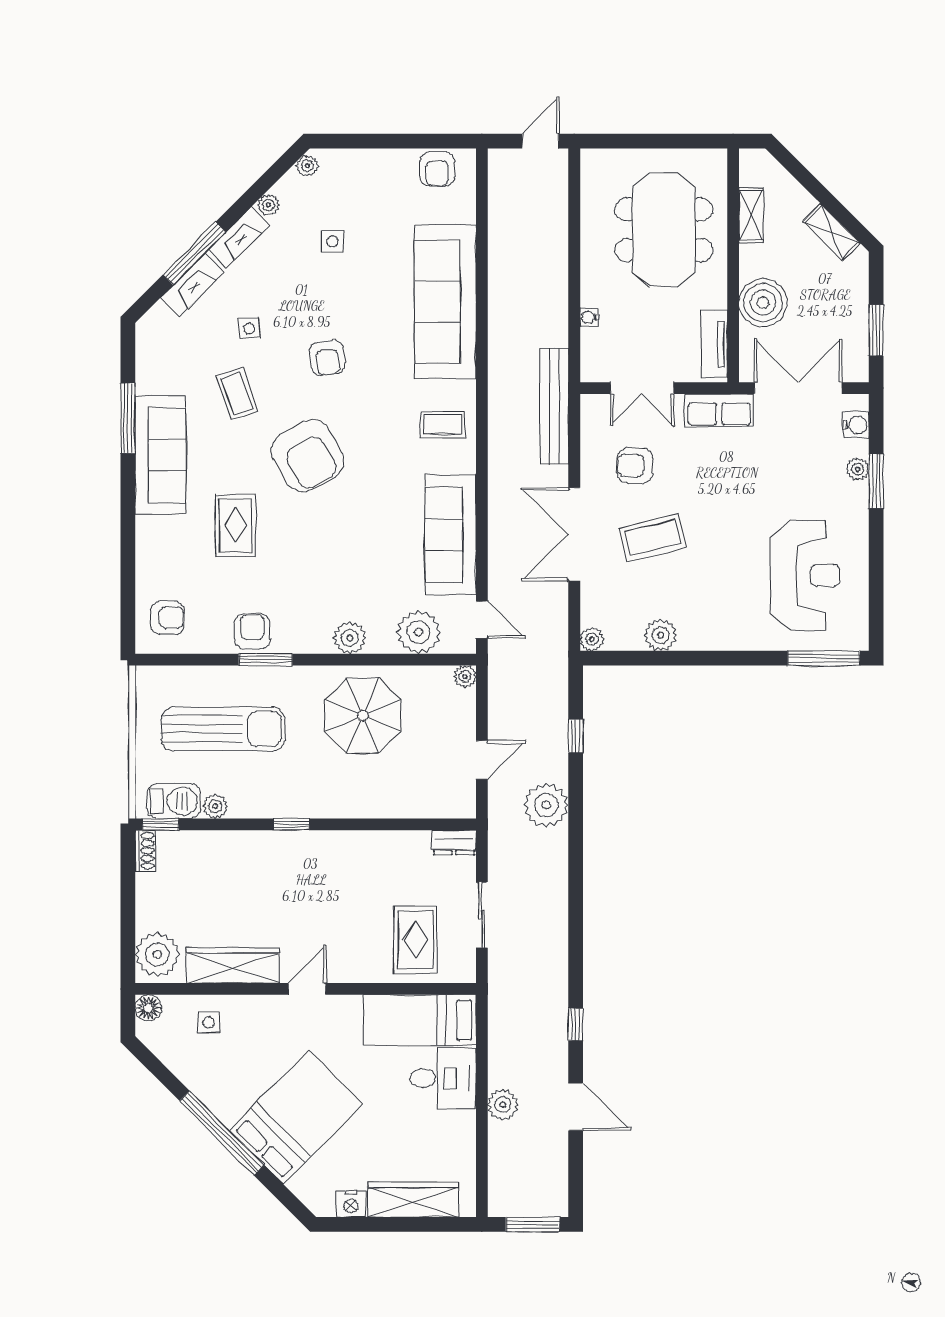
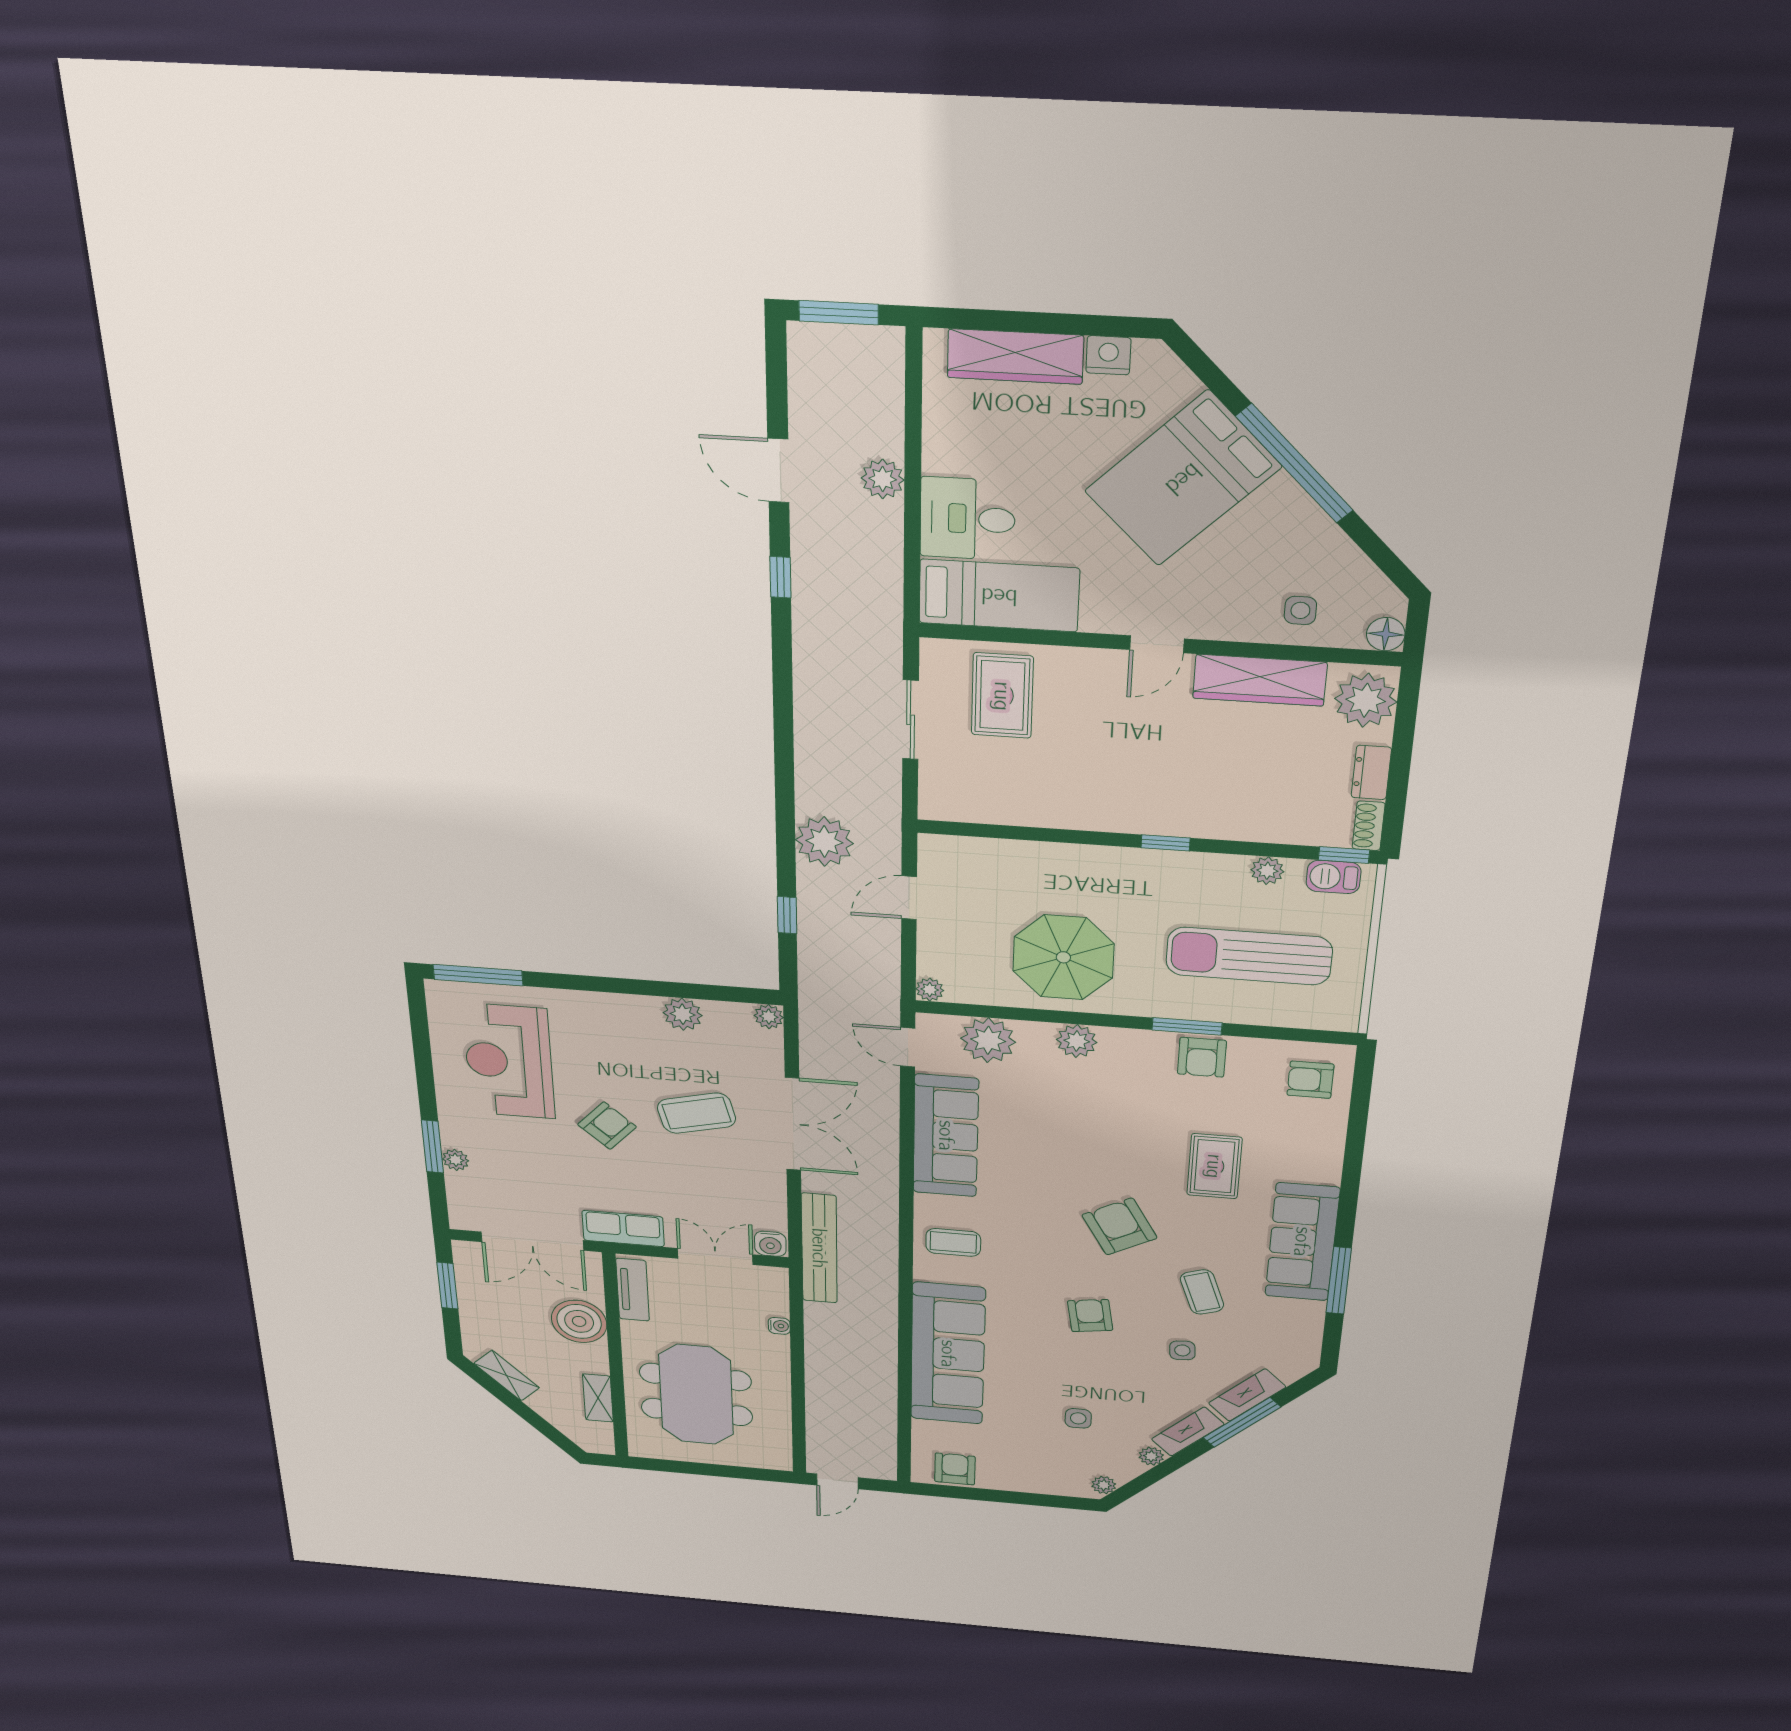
water cooler: (856, 425) -> (770, 1244), moved, turned -90
armchair: (308, 456) -> (1120, 1226), width x0.73, depth x0.73
armchair: (635, 466) -> (607, 1126), moved, turned -49
barbecue: (174, 801) -> (1334, 877), width x0.73, depth x0.79
dresser: (454, 842) -> (1371, 772), moved, turned -90

